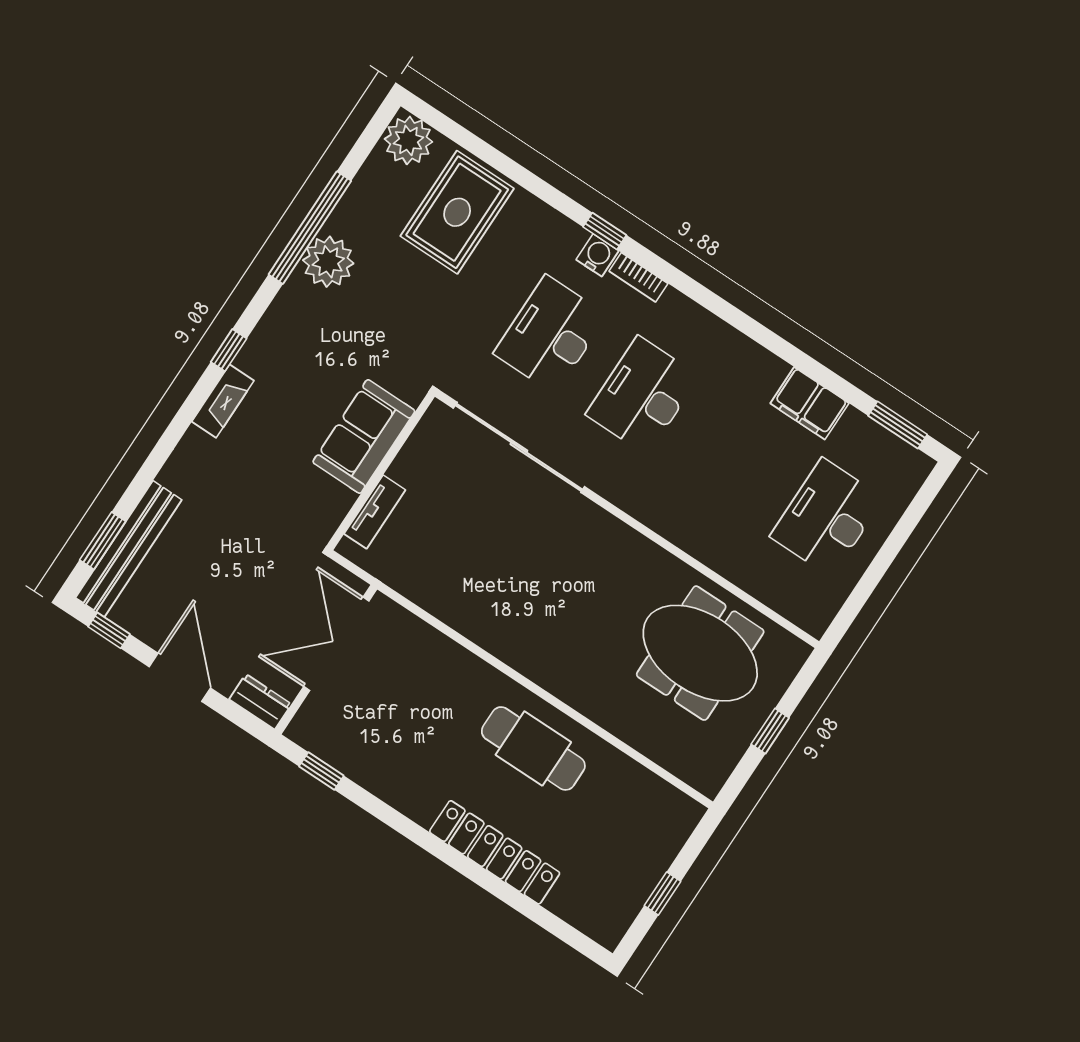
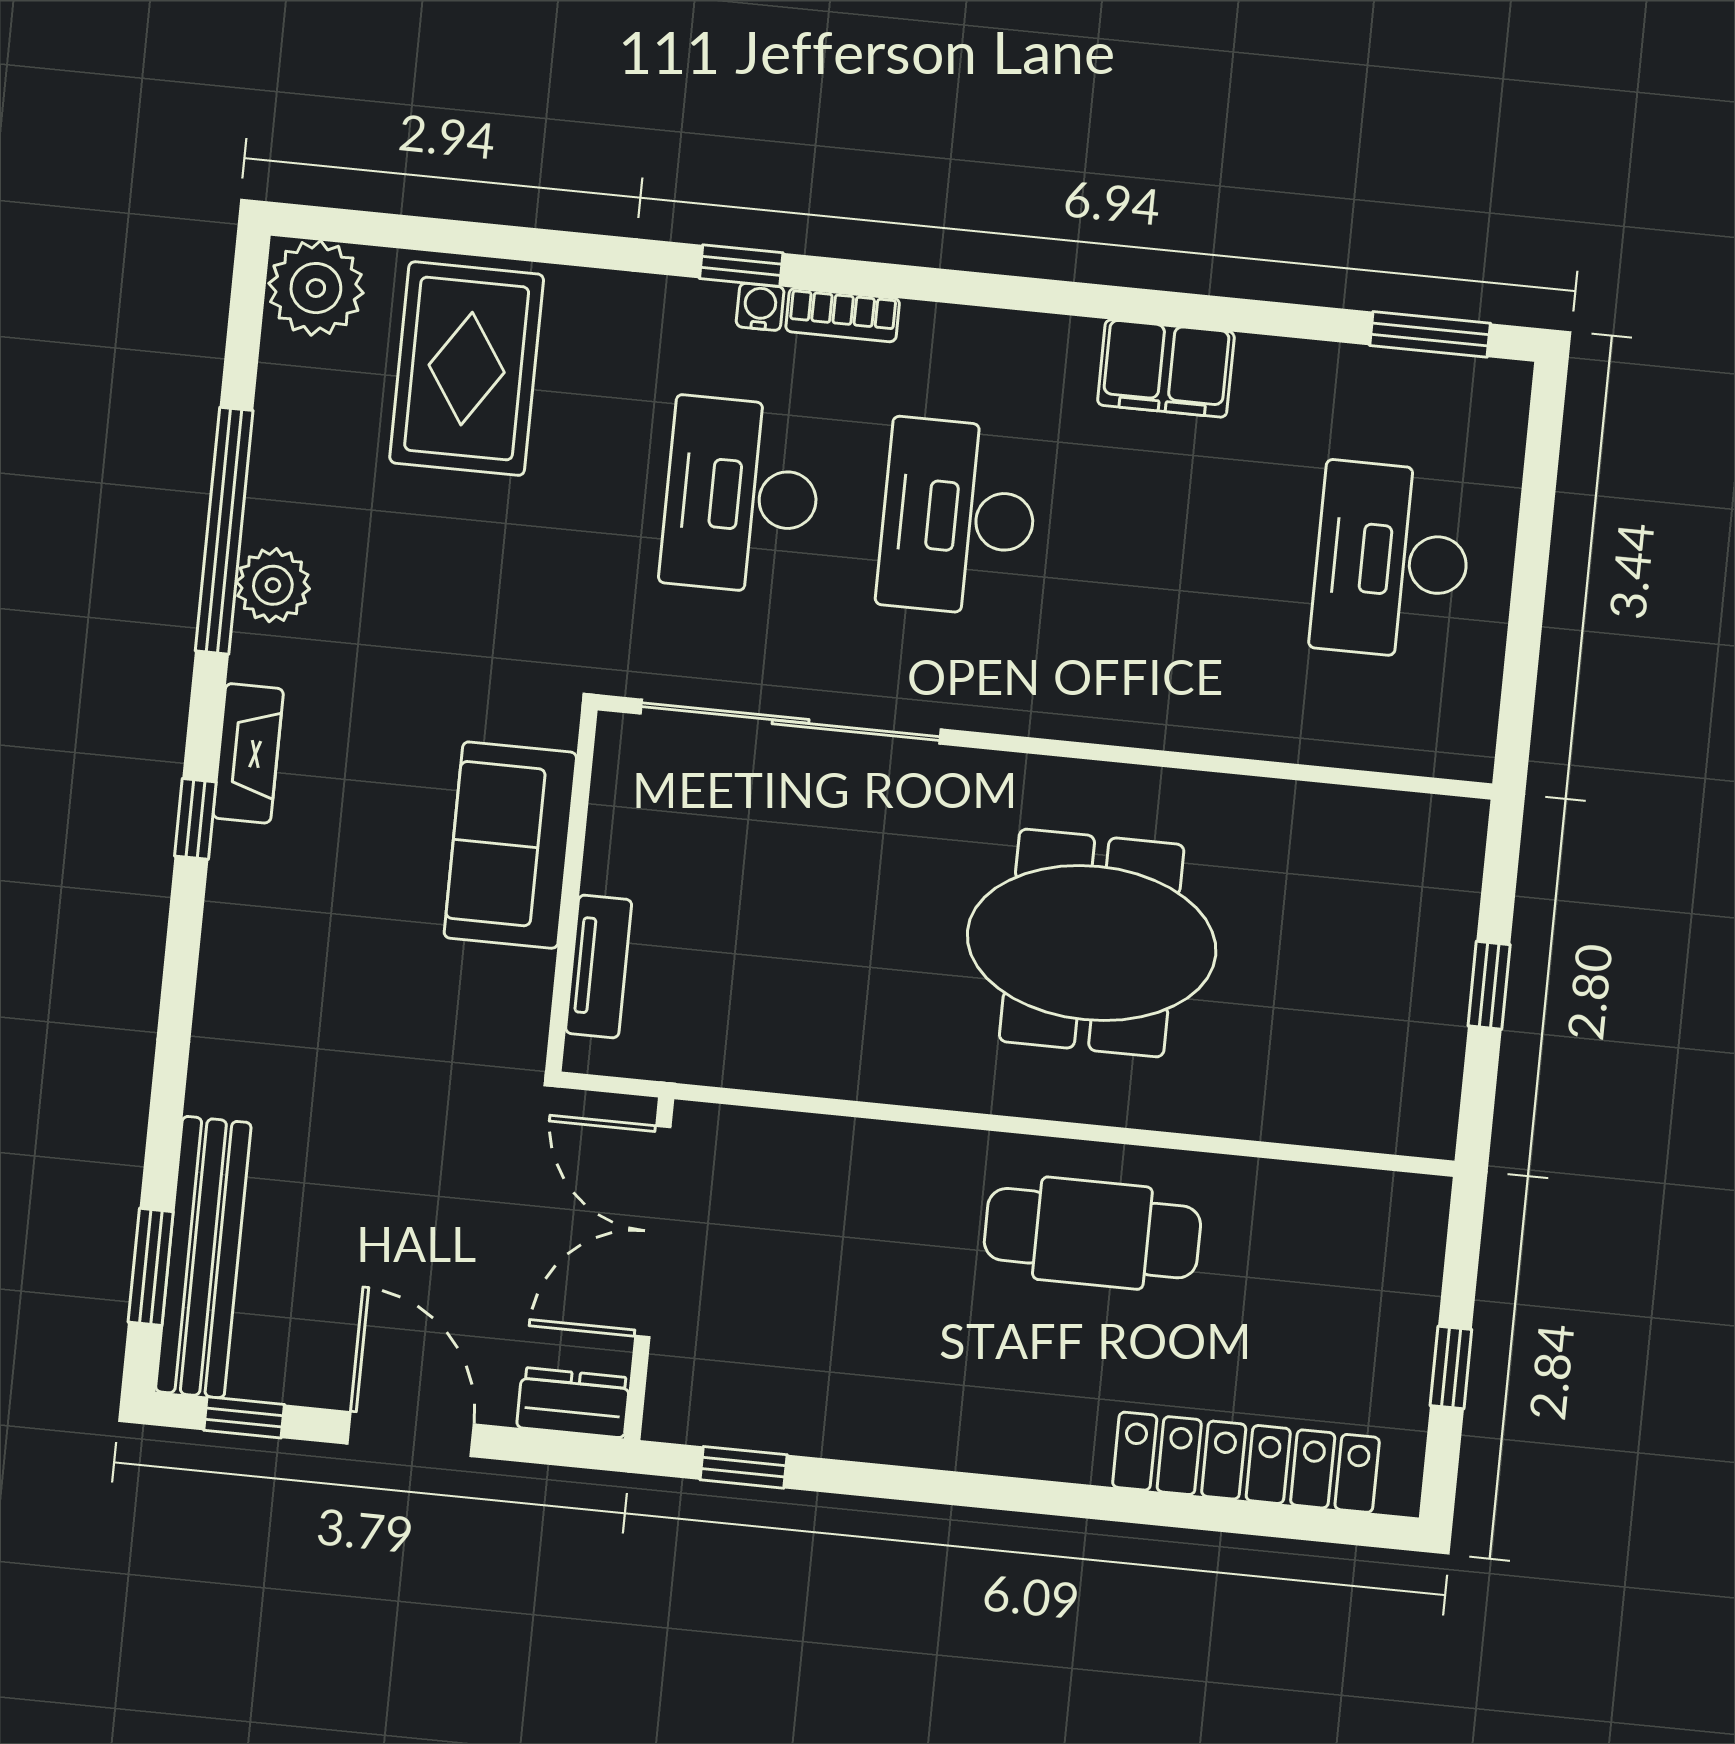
water cooler: (597, 255) -> (760, 307), width x0.72, depth x0.72
plant: (328, 262) -> (273, 585), width x0.73, depth x0.73
fireplace: (223, 401) -> (248, 753), moved
filing cabinet: (810, 403) -> (1166, 368), moved
meeting table: (700, 653) -> (1092, 943), moved
locker: (495, 852) -> (1246, 1462), moved

